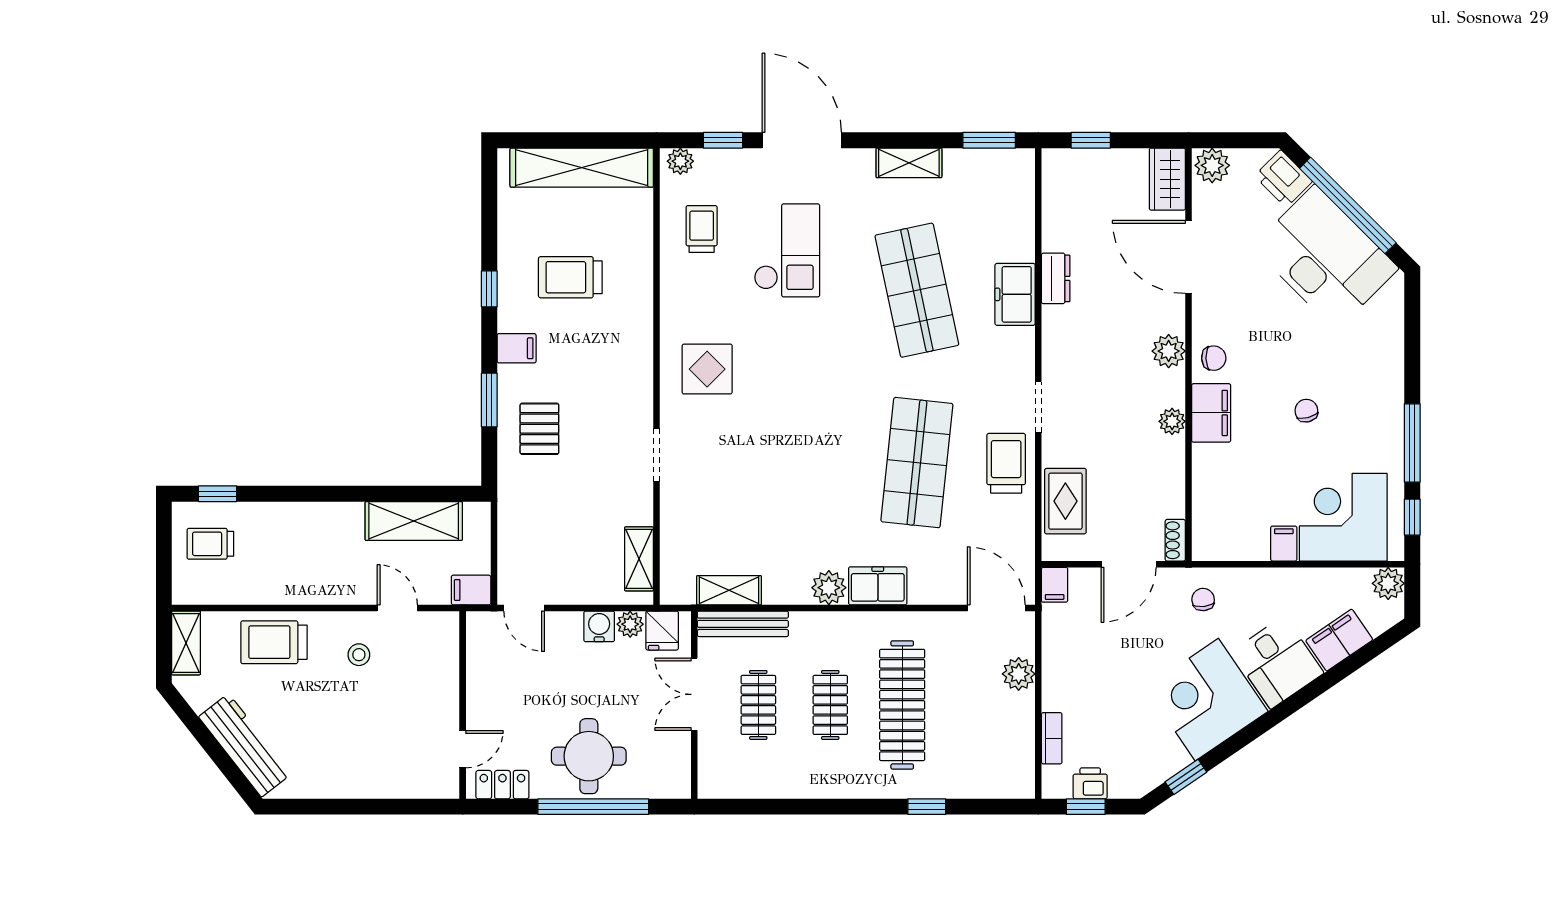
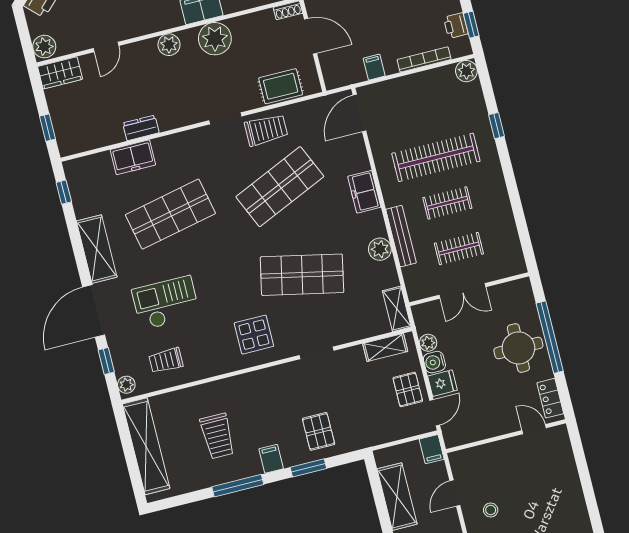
window: (989, 140) -> (64, 192), width x0.67
shelving: (909, 163) -> (97, 249), width x1.50, depth x1.33
door: (1188, 257) -> (106, 47), width x0.53
window: (489, 289) -> (238, 486), width x2.17
freezer: (1015, 294) -> (133, 157), moved
chair: (1214, 358) -> (166, 15), removed
plant: (1172, 421) -> (215, 39), width x1.88, depth x1.88
pallet: (539, 429) -> (319, 431), turned 90
shop shelf: (778, 463) -> (302, 275), added
shop shelf: (917, 463) -> (280, 187), turned -30
trolley: (1006, 463) -> (266, 130), turned 180
pallet: (568, 577) -> (408, 389), added
filing cabinet: (1055, 585) -> (374, 67), moved, turned -90
plant: (829, 588) -> (380, 249), moved
shelving: (729, 590) -> (397, 309), moved
bench: (743, 624) -> (401, 236), moved
fridge: (662, 631) -> (442, 383), moved
plant: (1019, 674) -> (466, 71), moved
bookcase: (1052, 738) -> (424, 59), width x1.56

